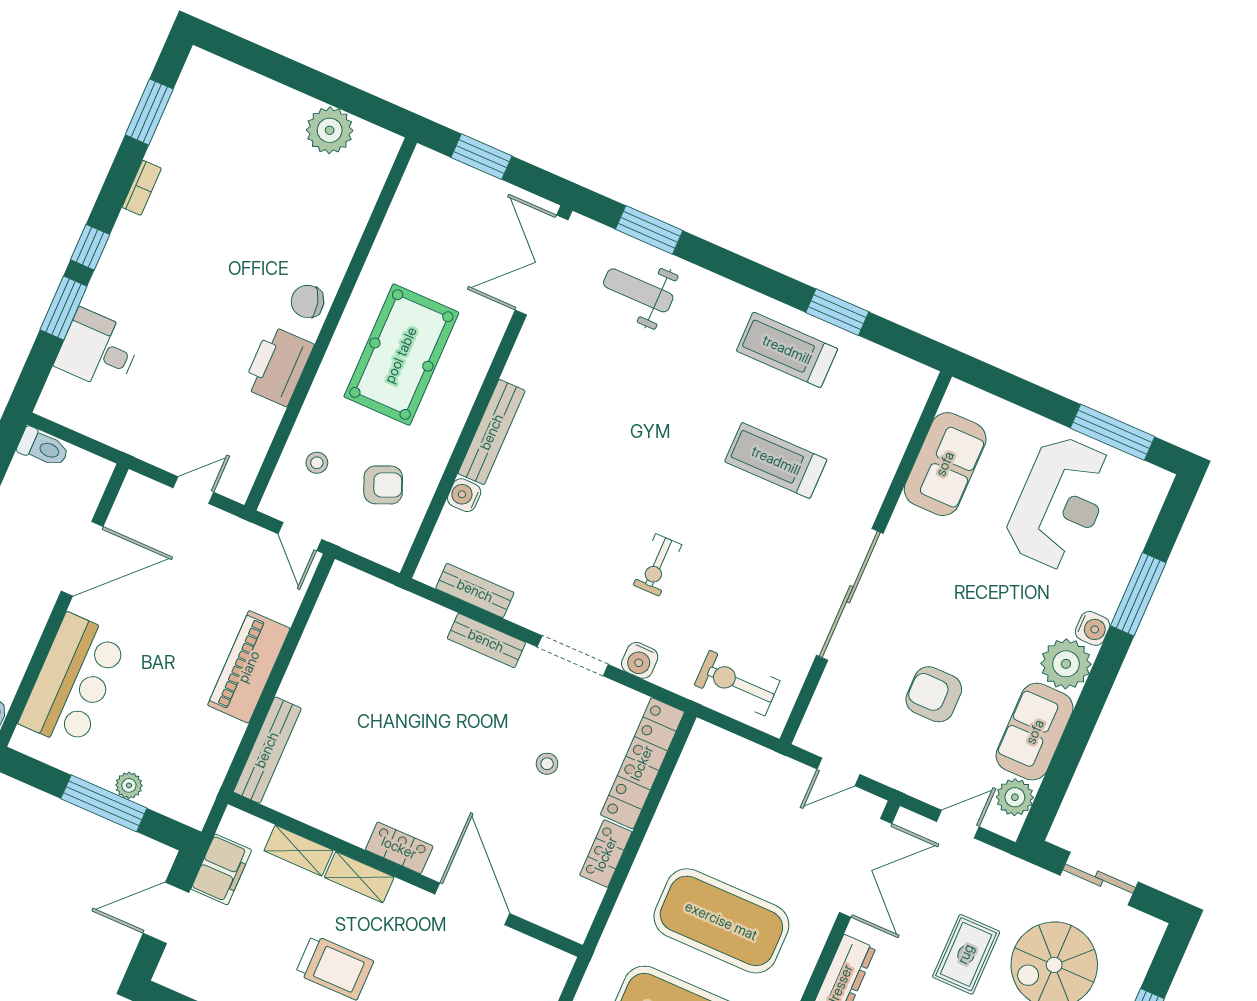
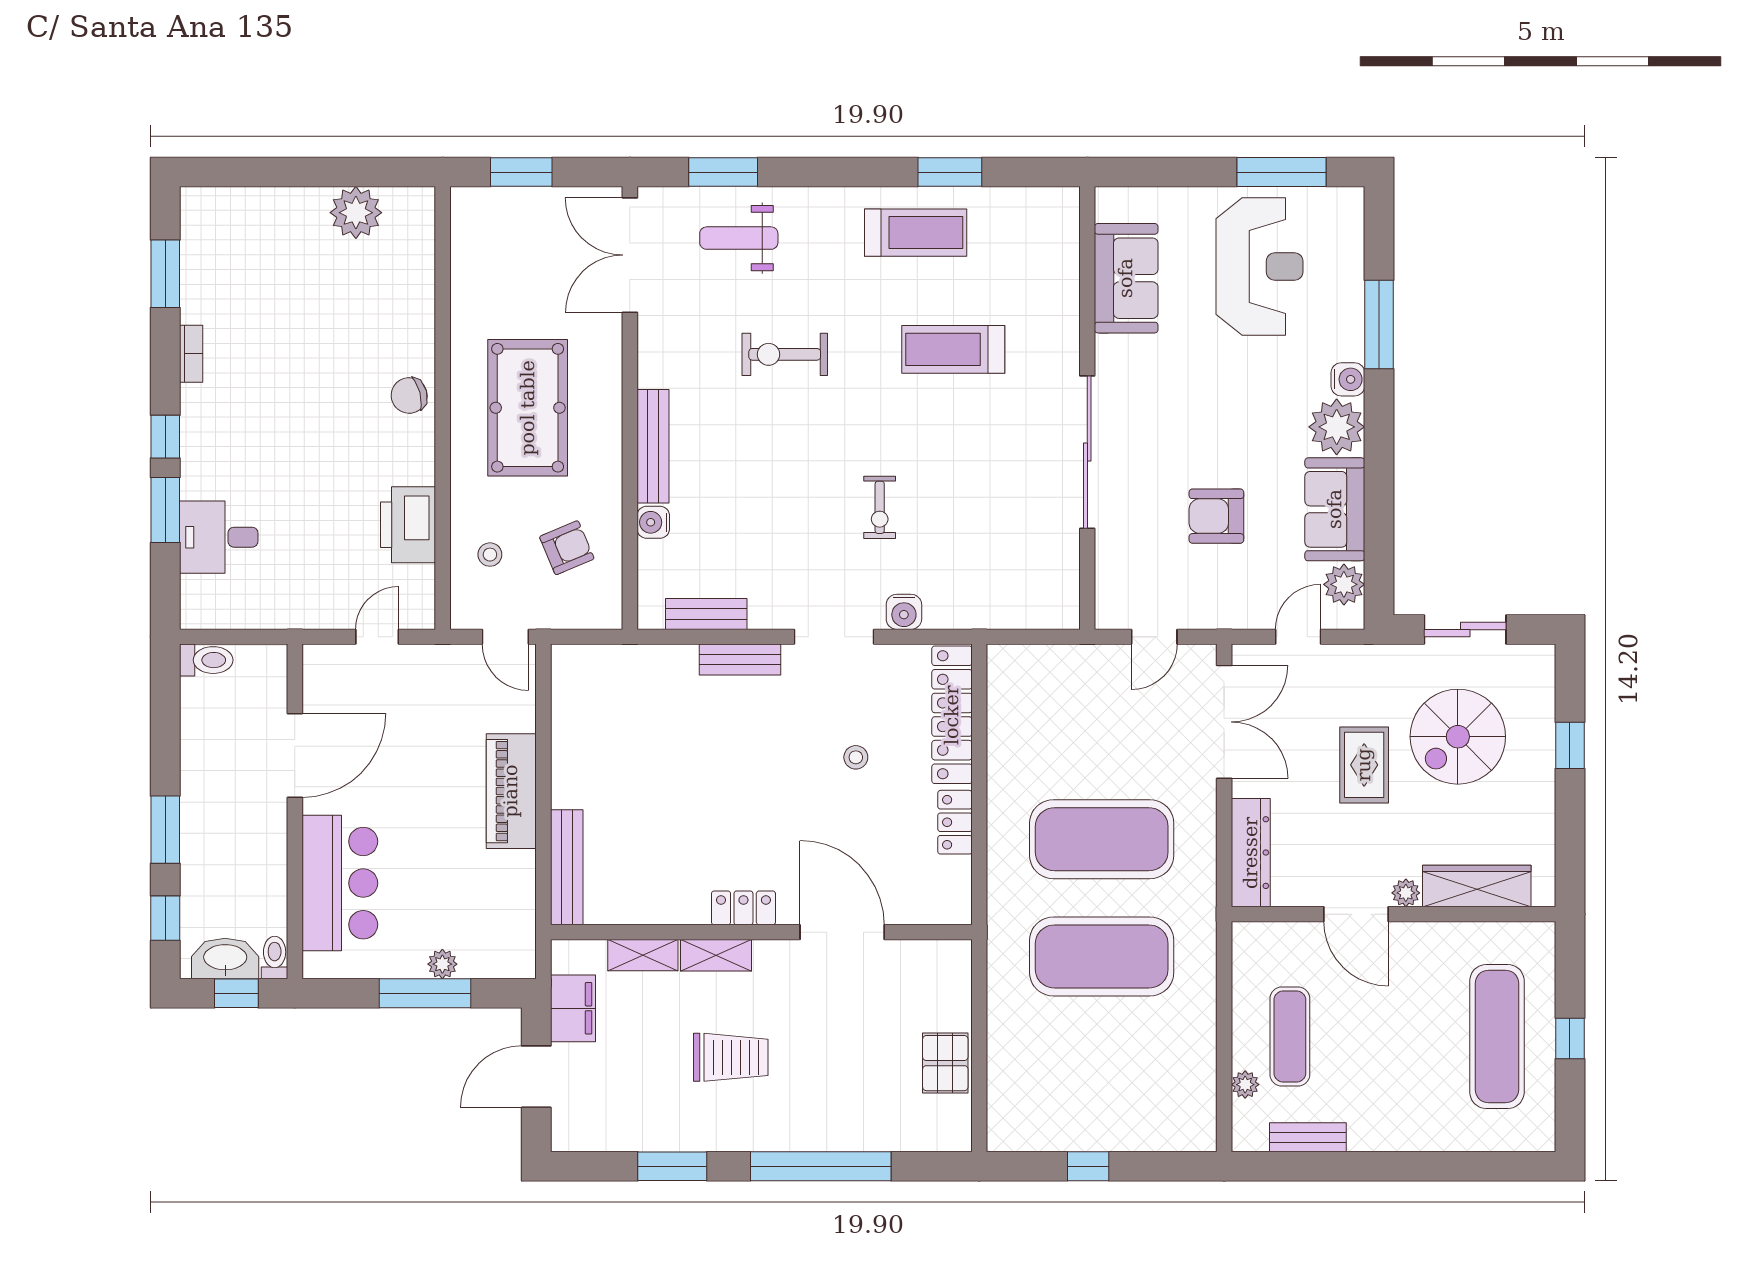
treadmill: (787, 350) -> (916, 233), turned 180
printer: (278, 366) -> (408, 525), moved
exercise bike: (737, 683) -> (785, 354), moved

